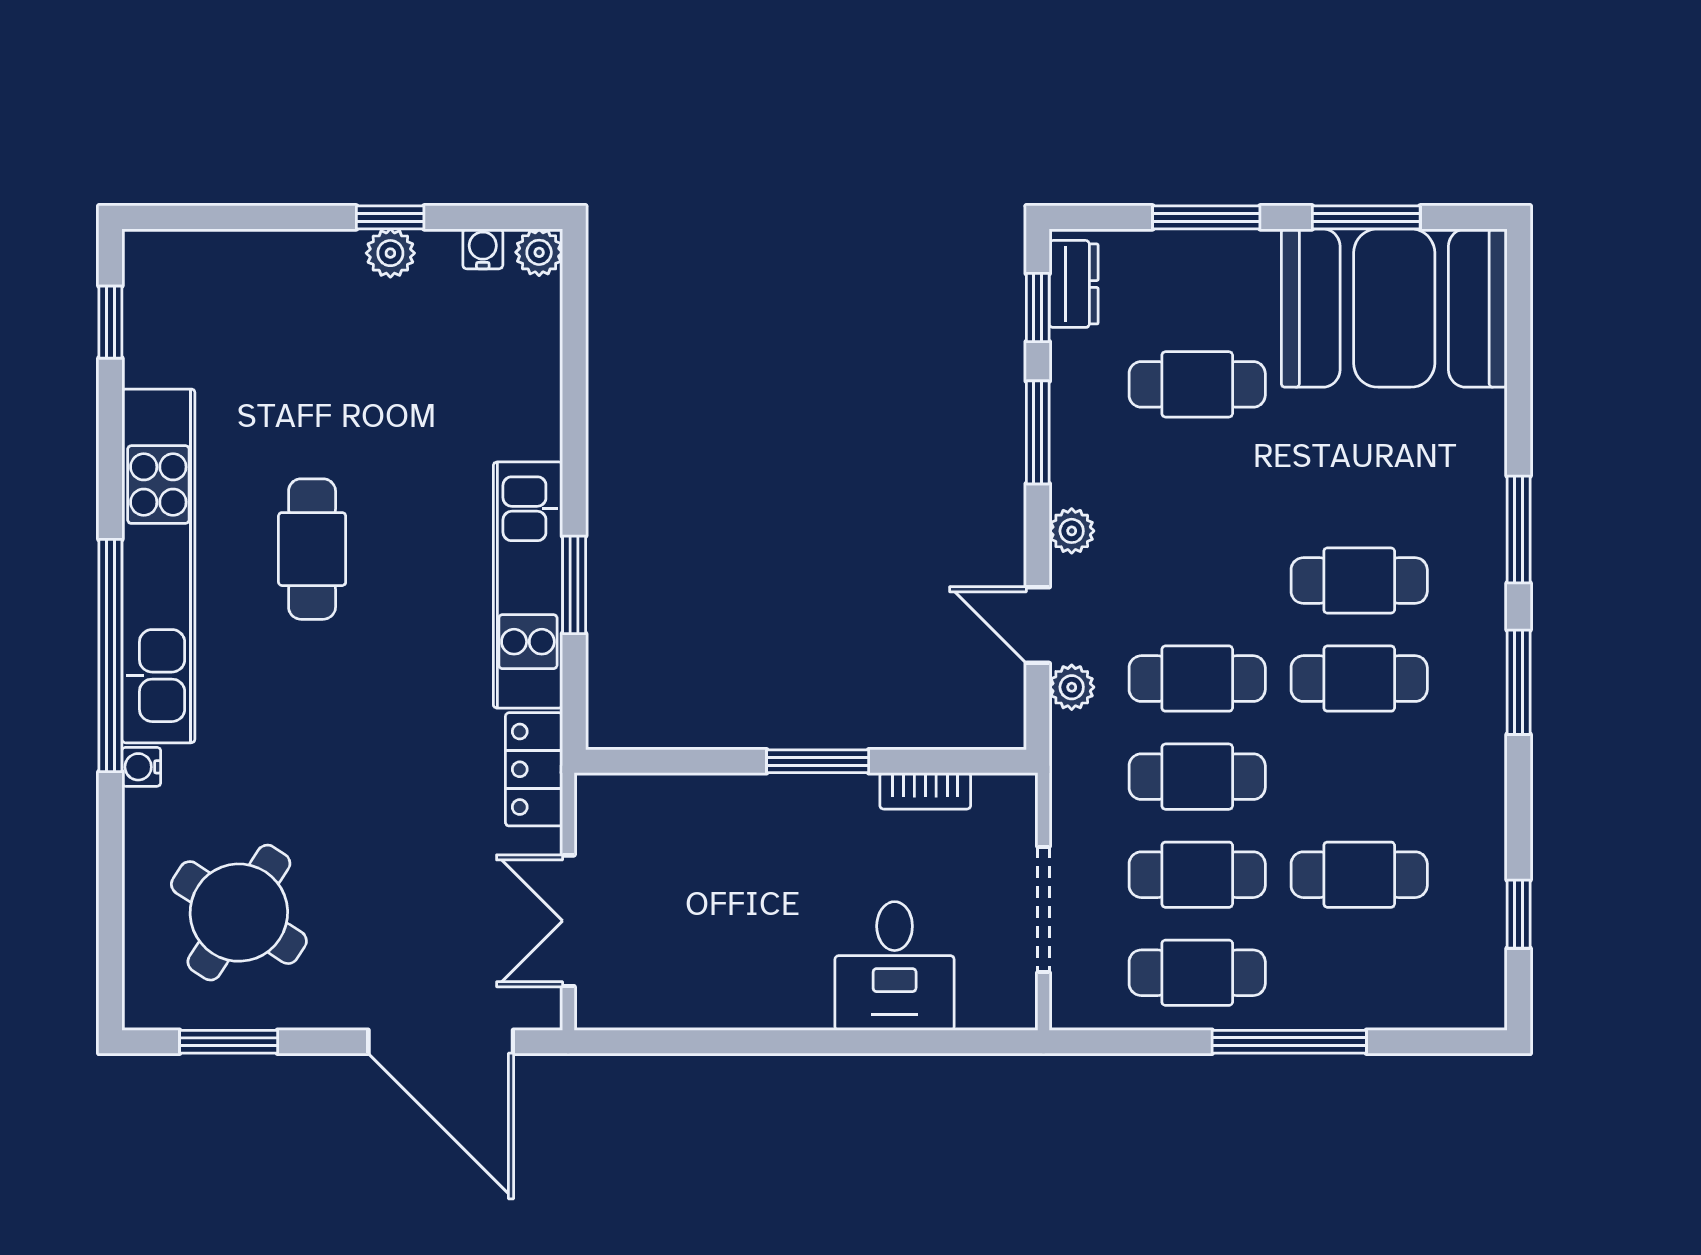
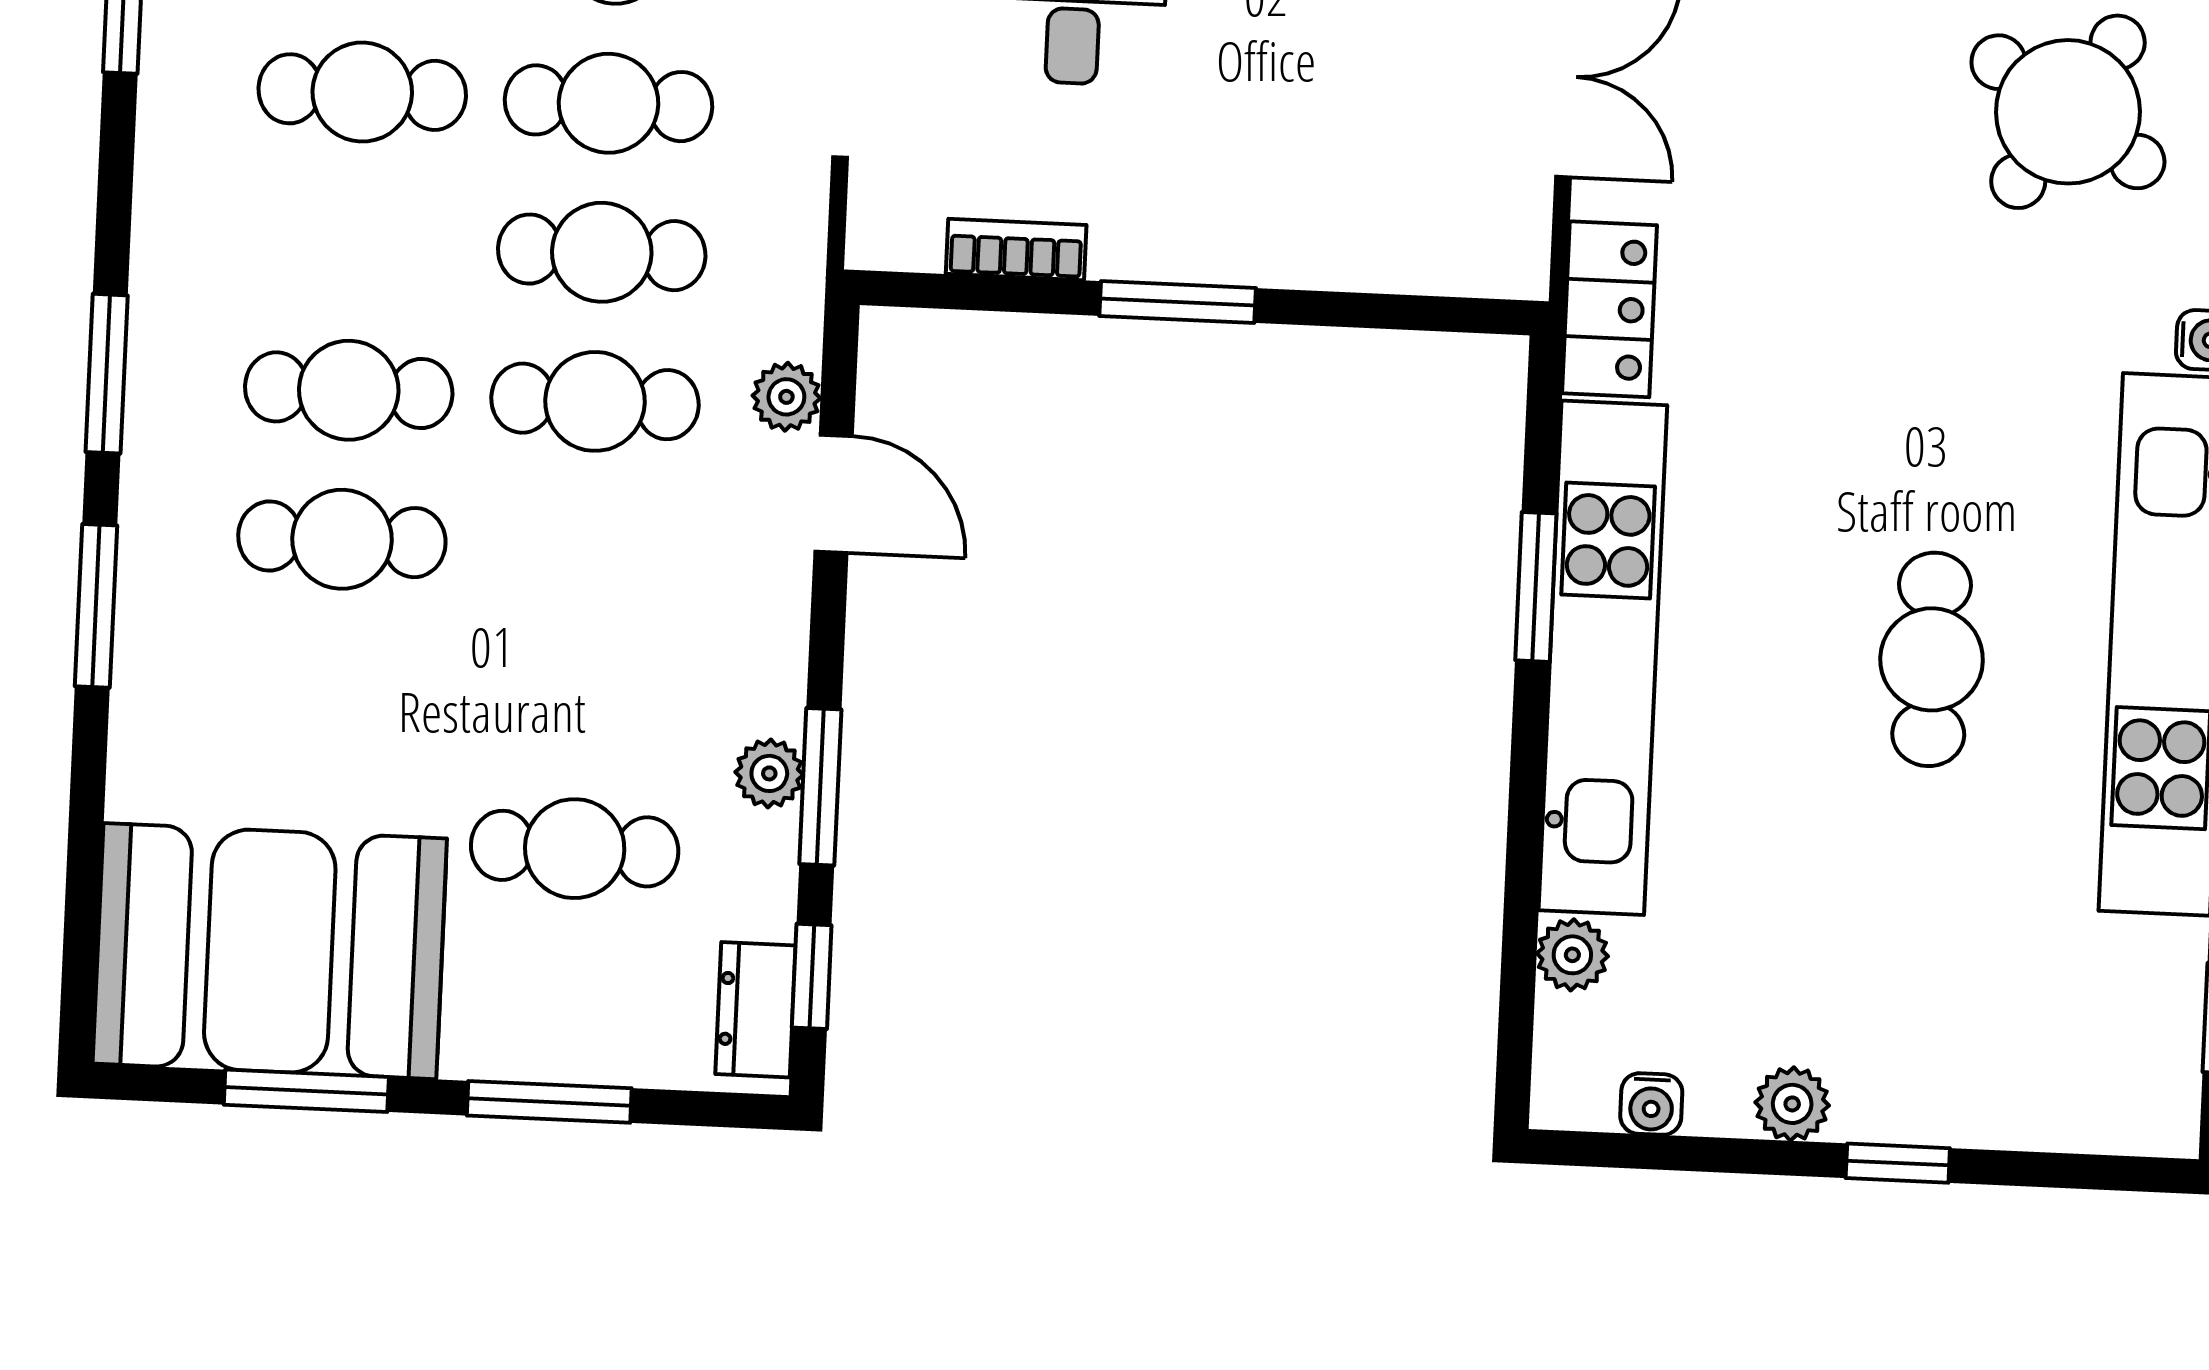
window: (390, 217) -> (1898, 1163), moved
plant: (539, 252) -> (1572, 955), moved
plant: (1072, 531) -> (769, 773), moved
kitchen unit: (528, 585) -> (1603, 658), width x1.36

